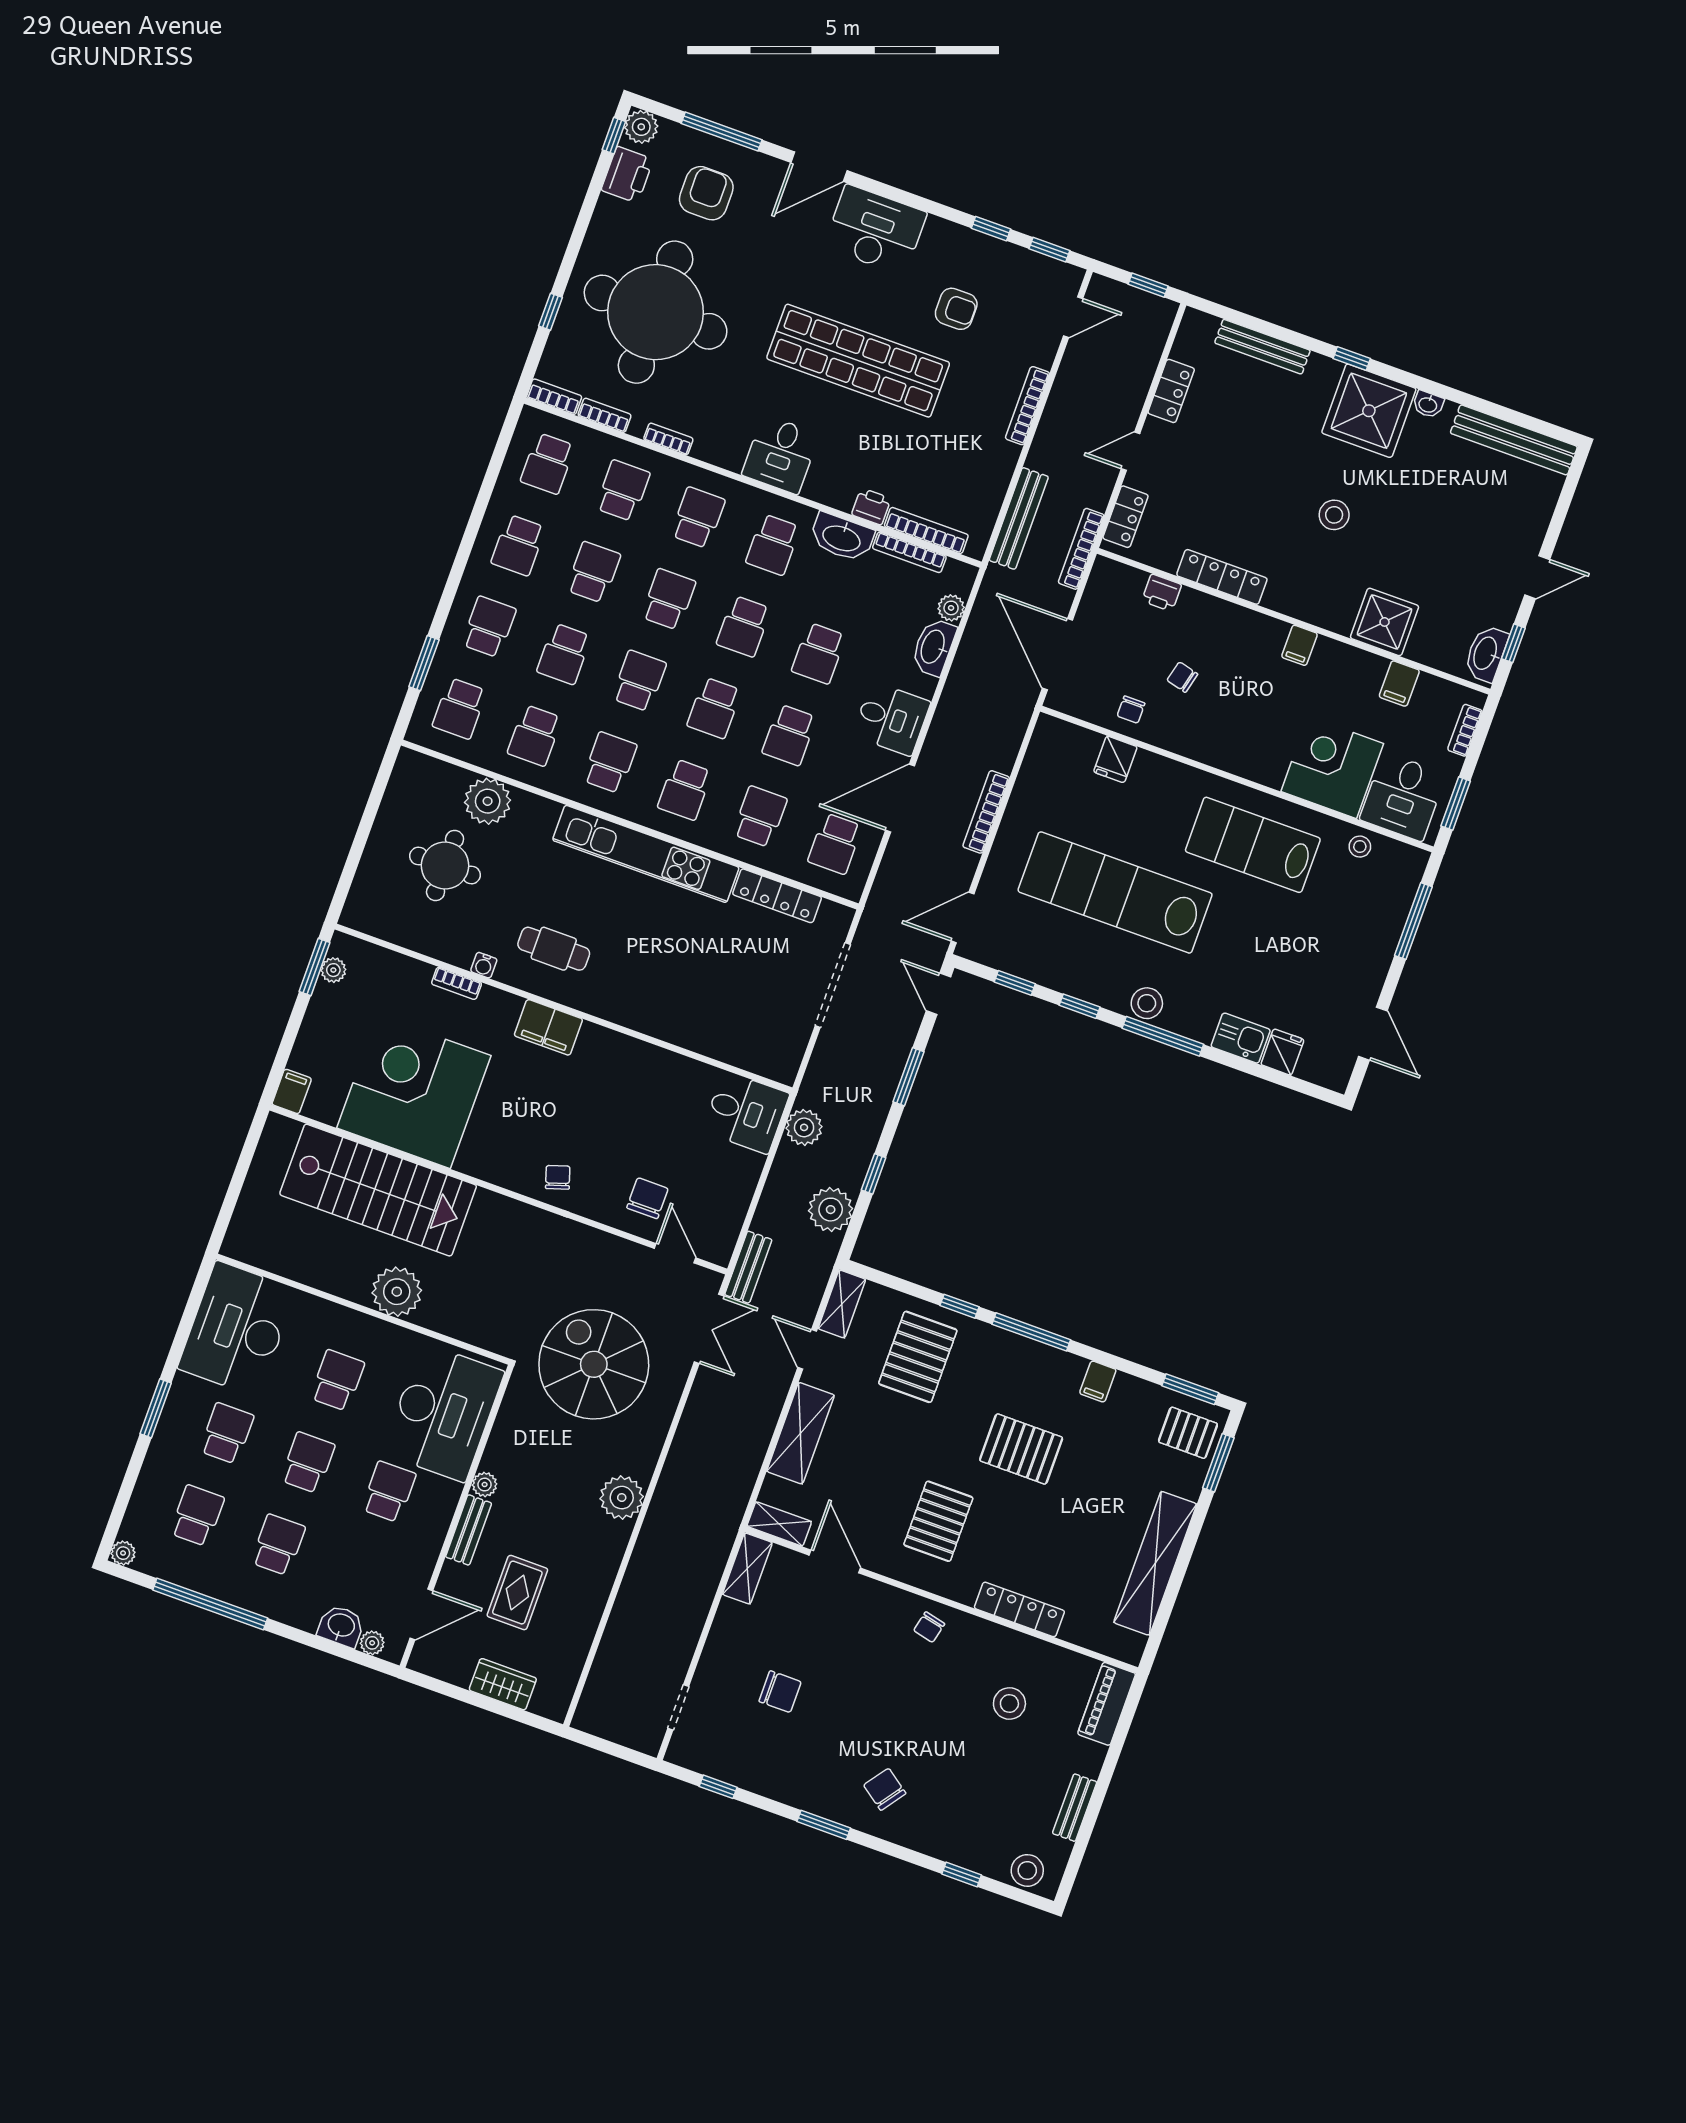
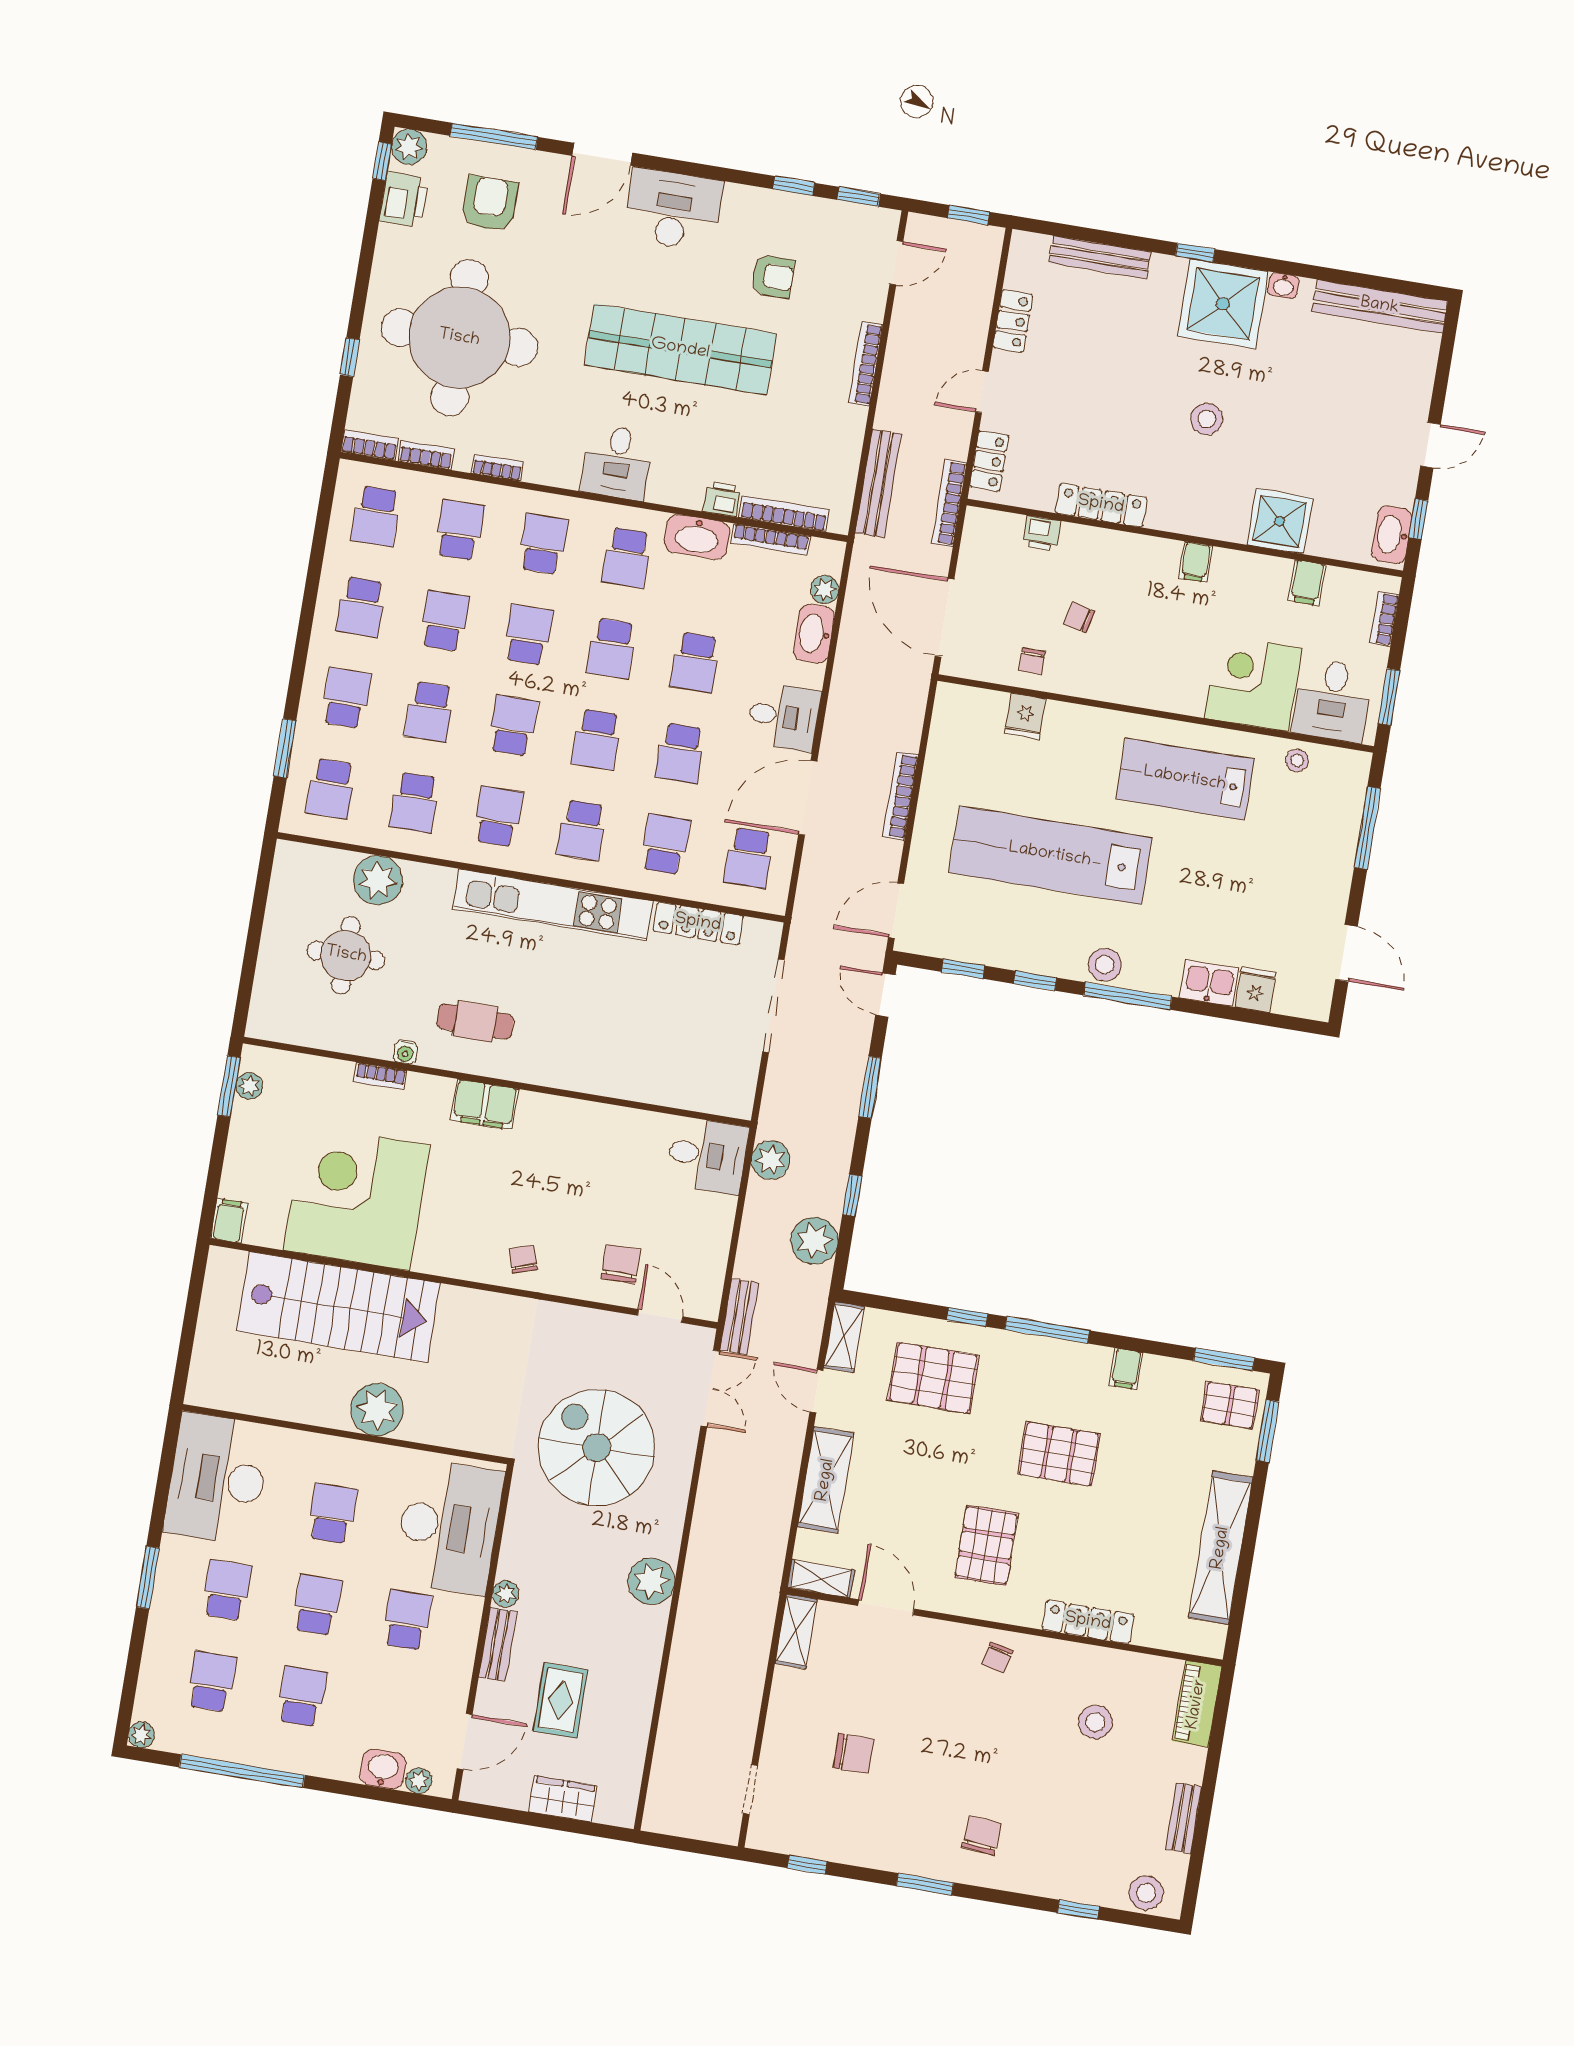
pallet: (918, 1357) -> (933, 1378), turned 90
chair: (885, 1789) -> (982, 1835), turned 59

